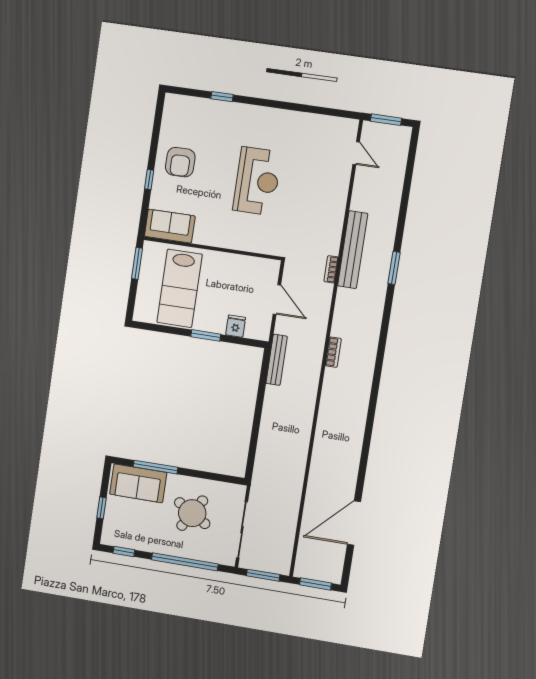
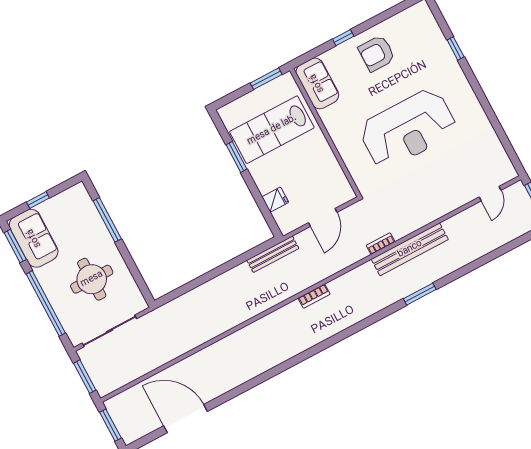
reception desk: (257, 181) -> (408, 129), width x1.36, depth x1.30
window: (206, 335) -> (236, 157), moved
sofa: (138, 483) -> (34, 238), moved, turned 180
round table: (192, 513) -> (92, 279), turned -31
window: (124, 552) -> (15, 246), width x1.50

